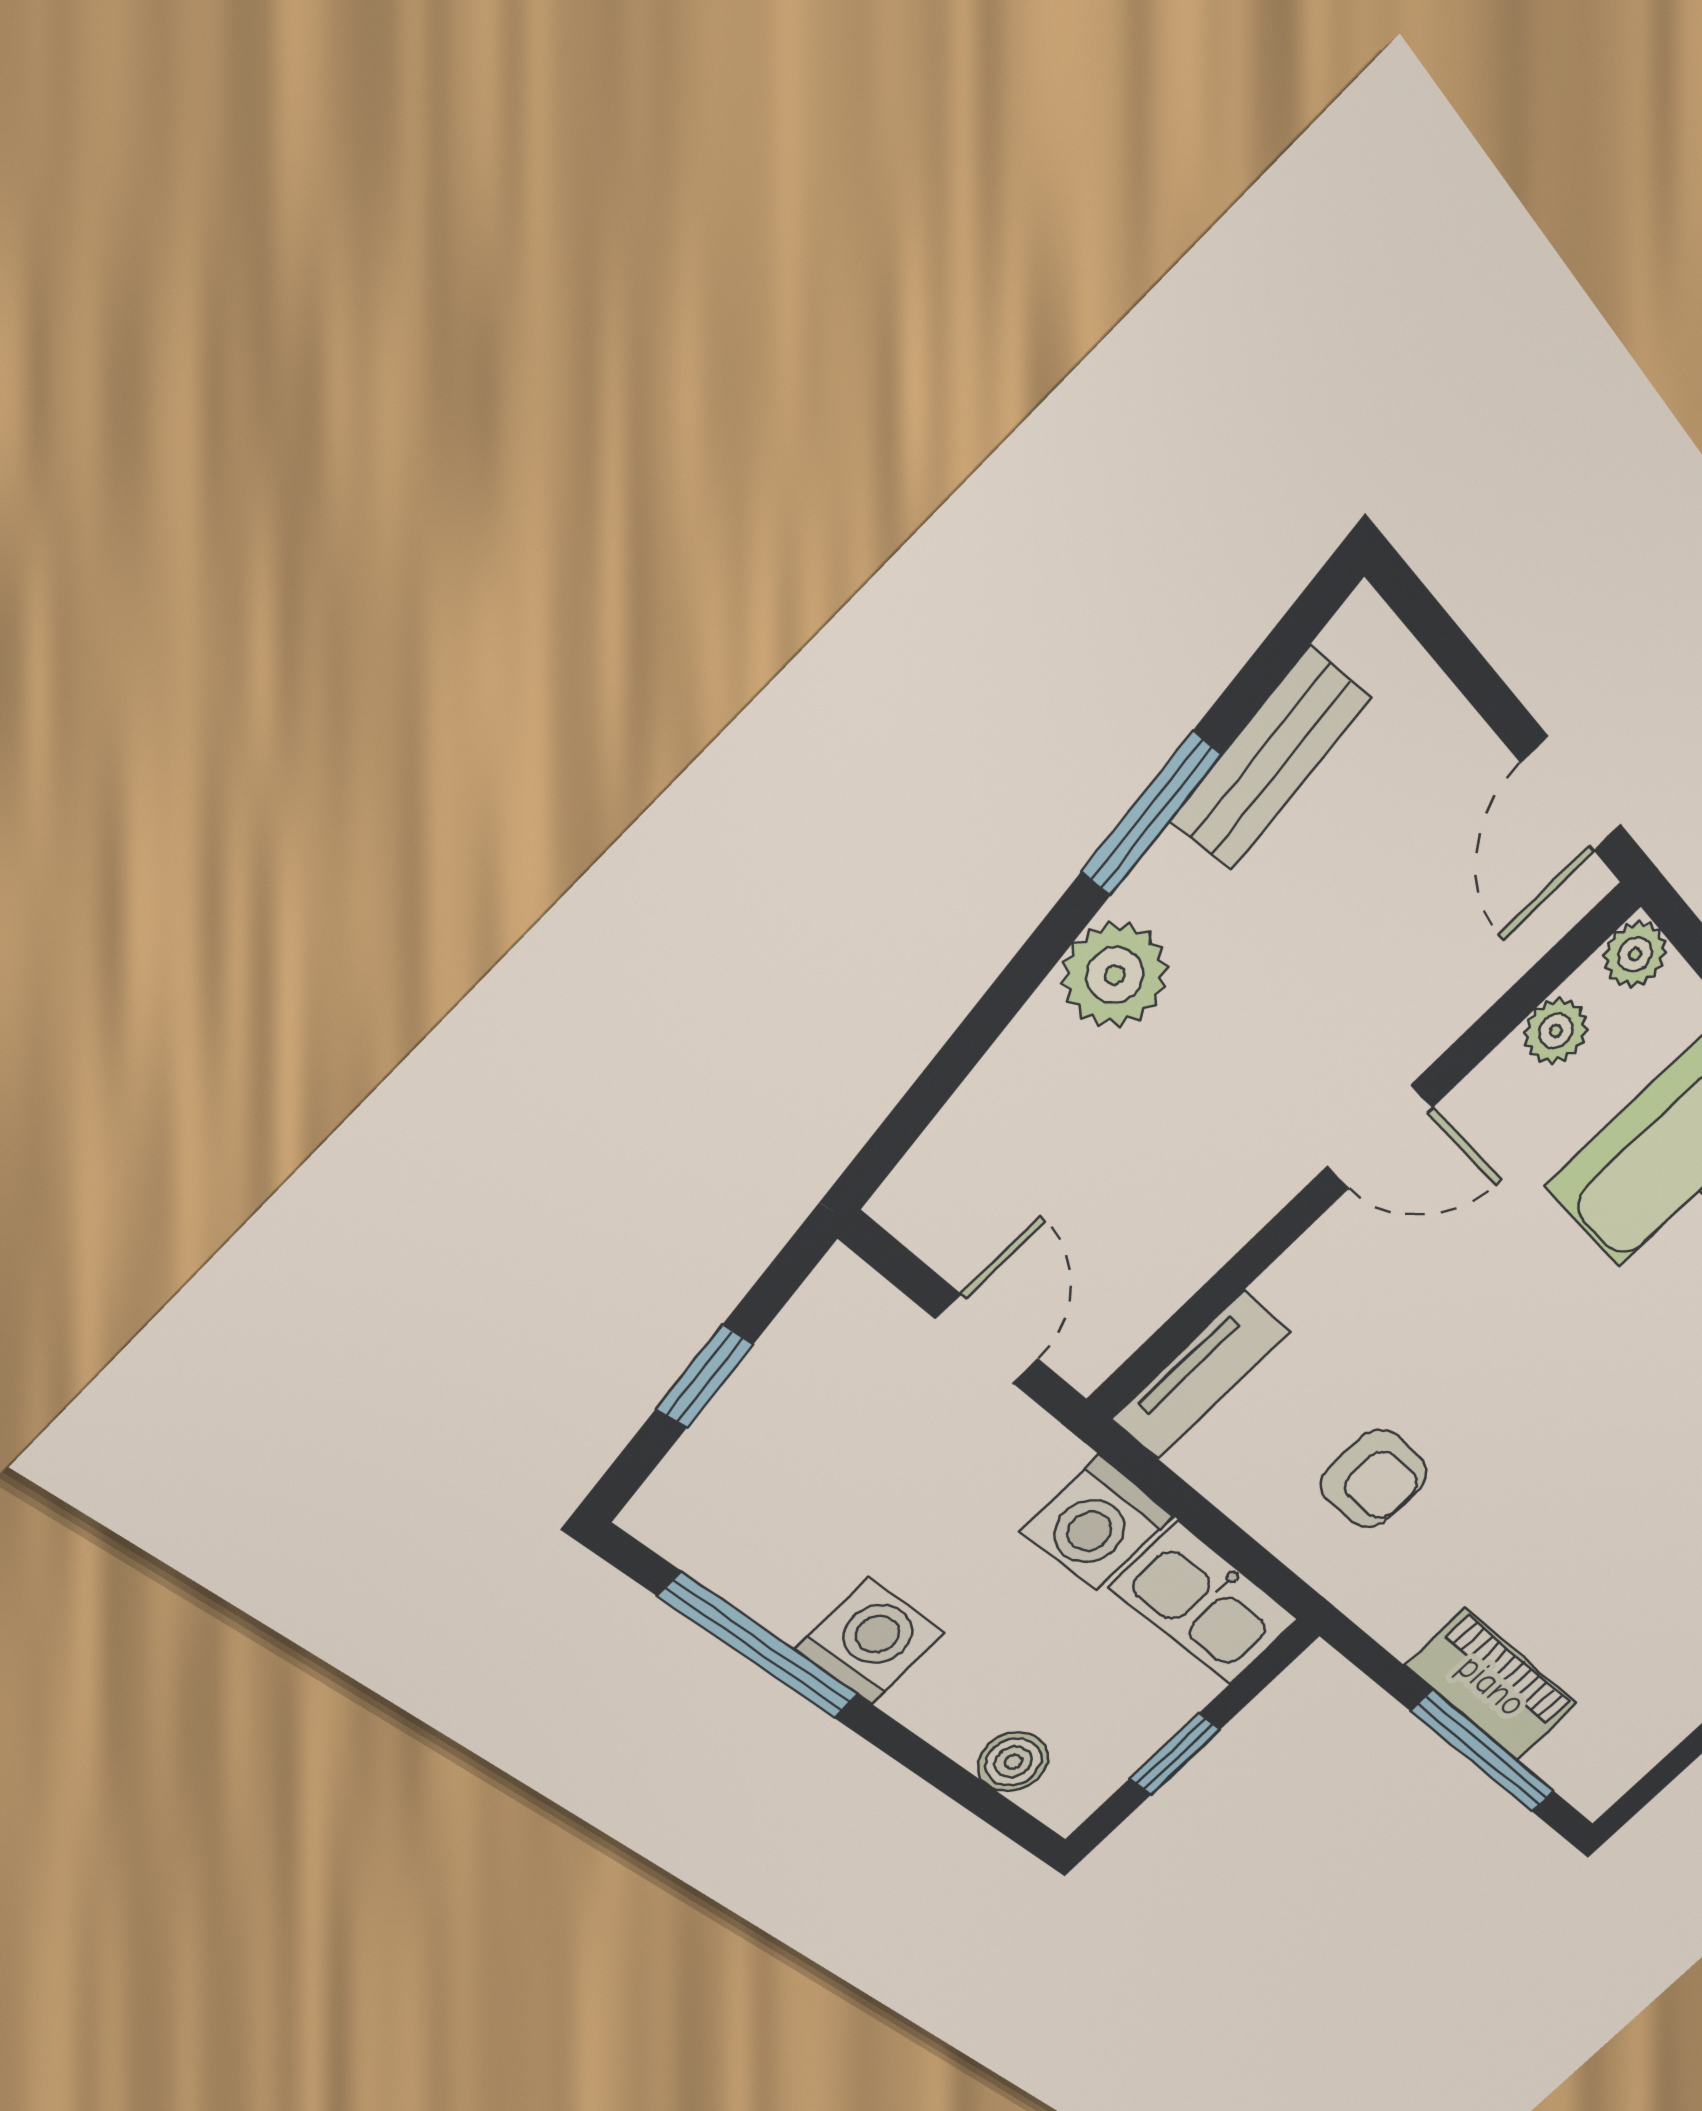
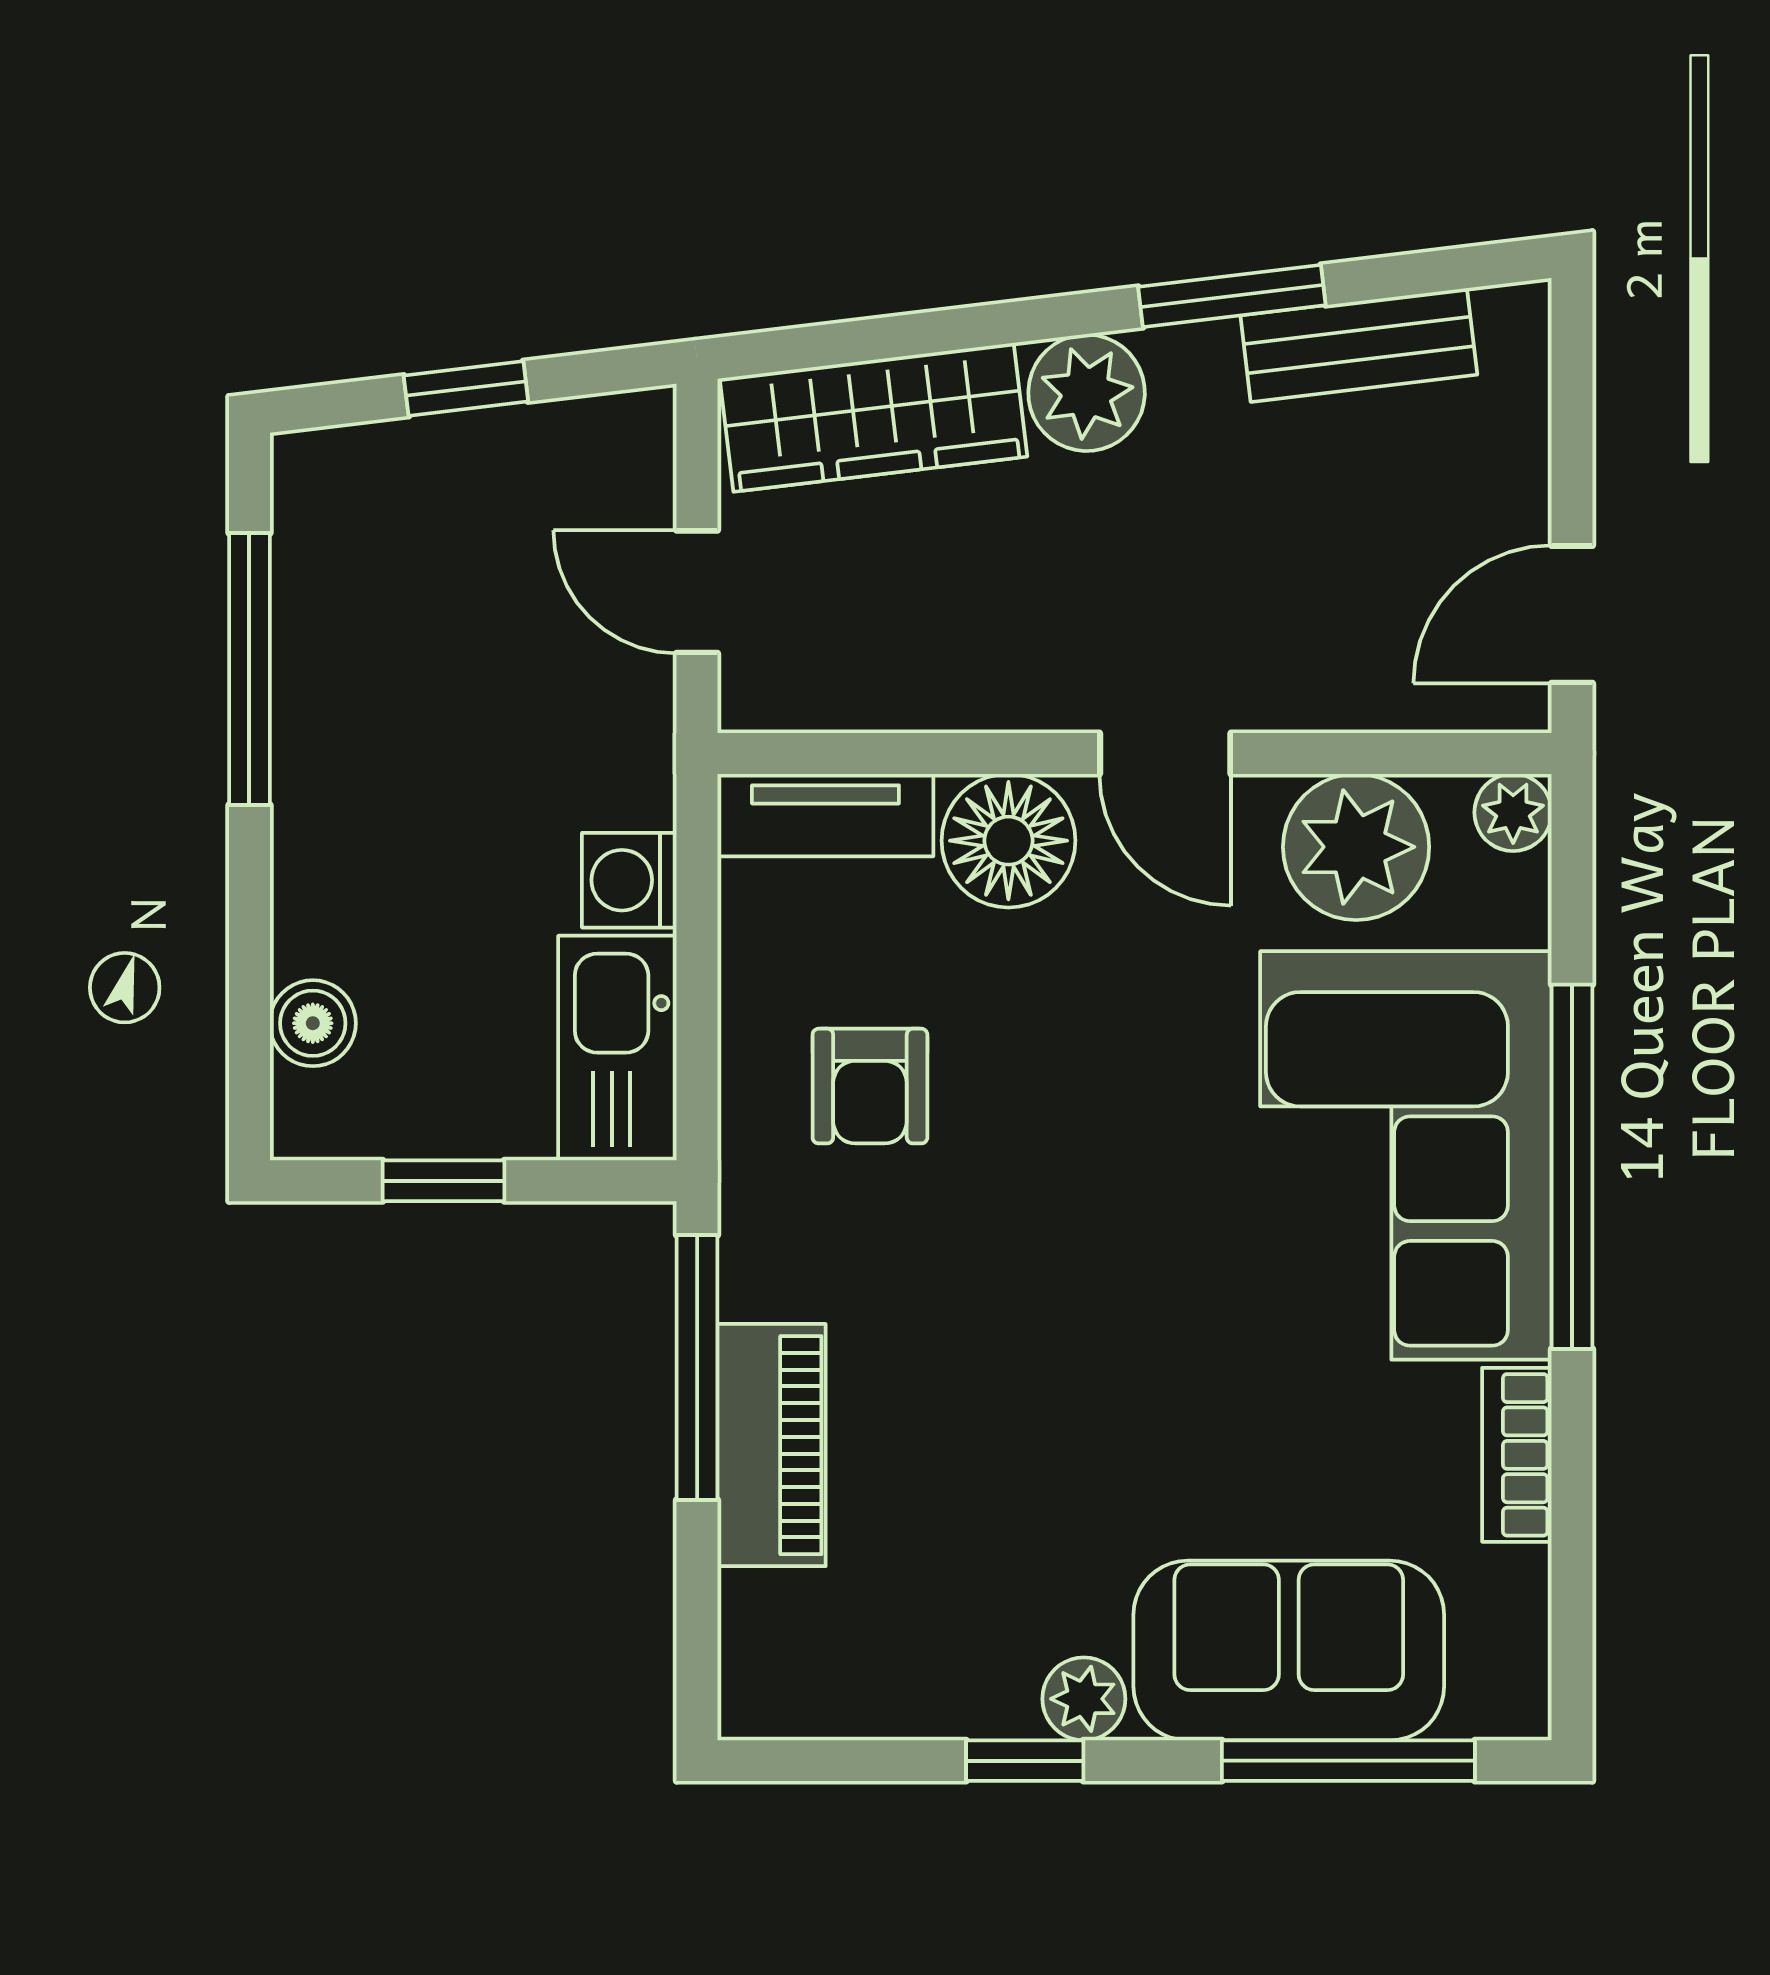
plant: (1556, 1031) -> (1356, 847), width x1.87, depth x1.87
wardrobe: (989, 1130) -> (874, 417), added
floor lamp: (1329, 1279) -> (1008, 841), added
door: (987, 1339) -> (697, 592), swing flipped
washing machine: (1097, 1523) -> (629, 880), width x0.73, depth x0.73
washing machine: (870, 1641) -> (332, 765), removed
window: (1483, 1752) -> (697, 1367), moved

